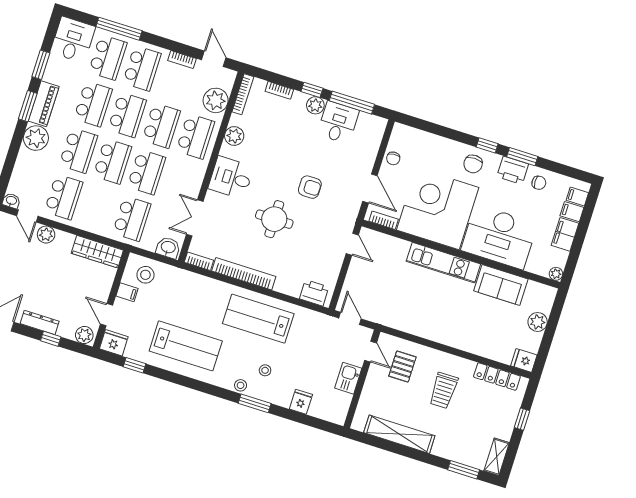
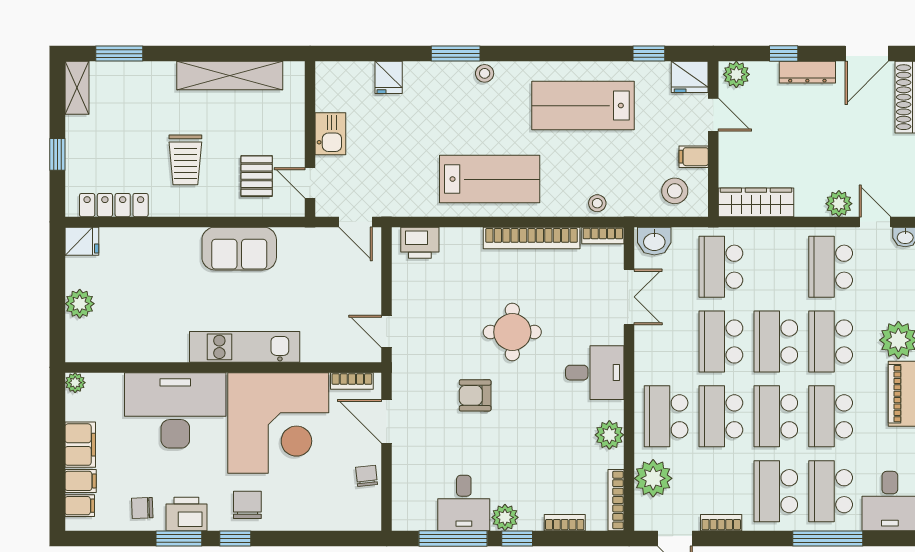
sofa: (501, 285) -> (239, 249), moved, turned 180
stool: (265, 370) -> (597, 203), moved
trolley: (444, 390) -> (185, 160), turned 180

